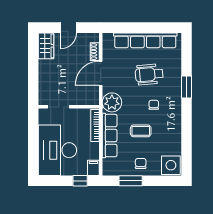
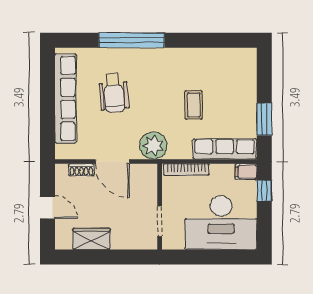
wardrobe: (46, 46) -> (92, 239), moved
window: (186, 87) -> (132, 40), width x2.11
chair: (154, 105) -> (157, 86), removed
row of seats: (110, 136) -> (225, 149), moved
chair: (141, 163) -> (240, 105), removed
side table: (171, 165) -> (242, 62), removed

